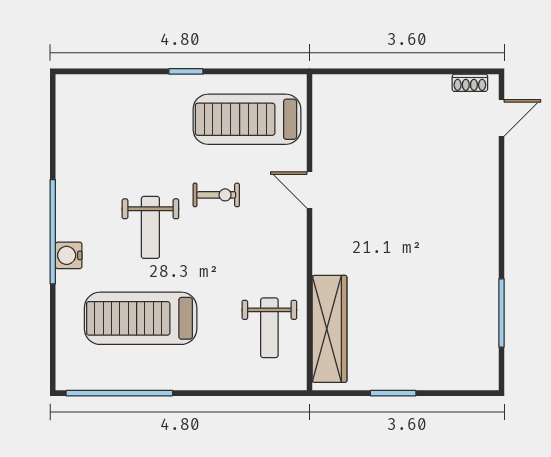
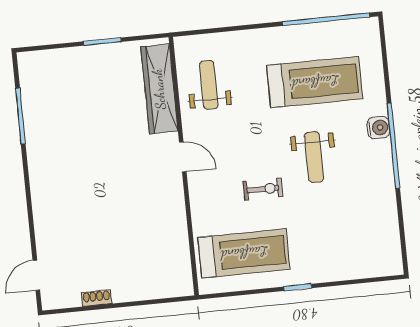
shoe rack: (470, 83) -> (96, 298), moved
door: (310, 190) -> (183, 157), moved
exercise bike: (216, 195) -> (263, 189), turned 180
weight bench: (150, 227) -> (314, 157), turned 180

